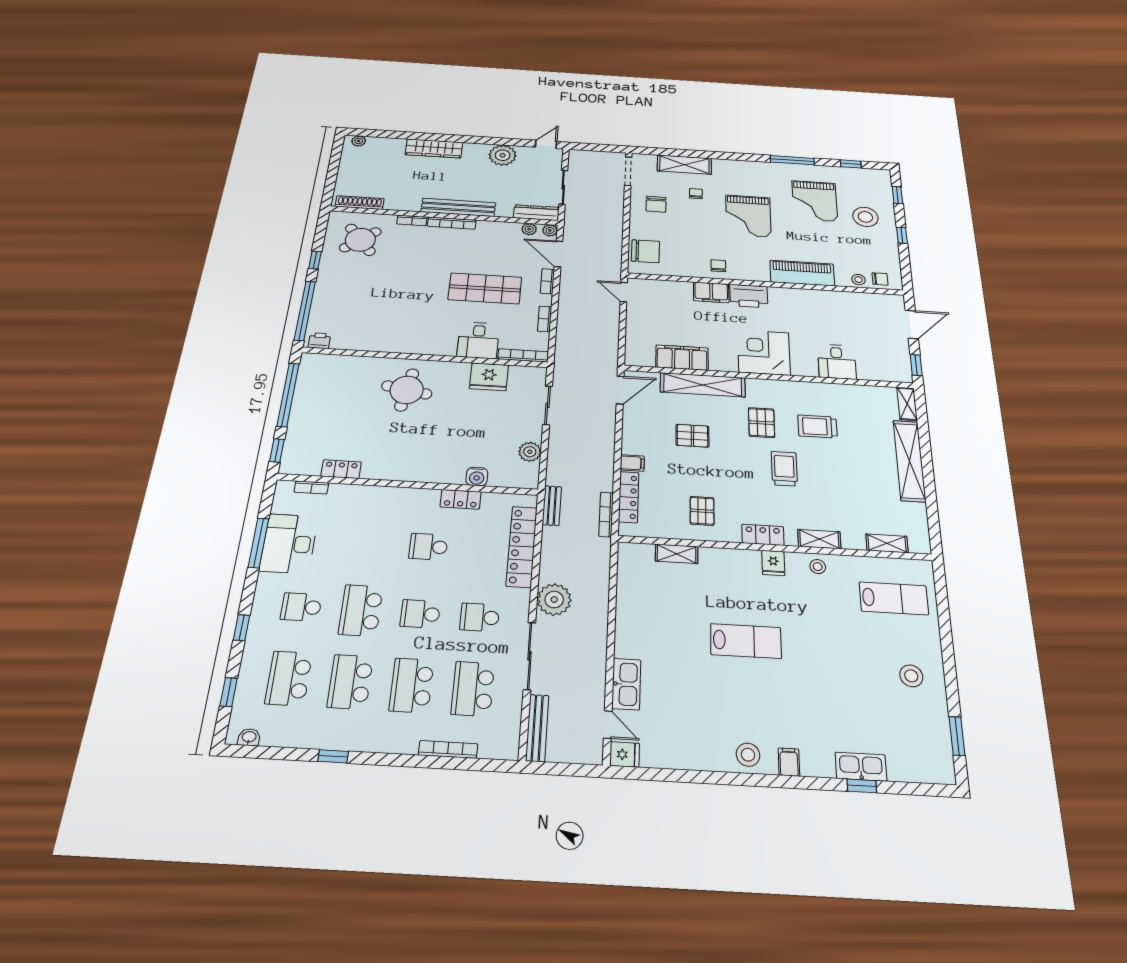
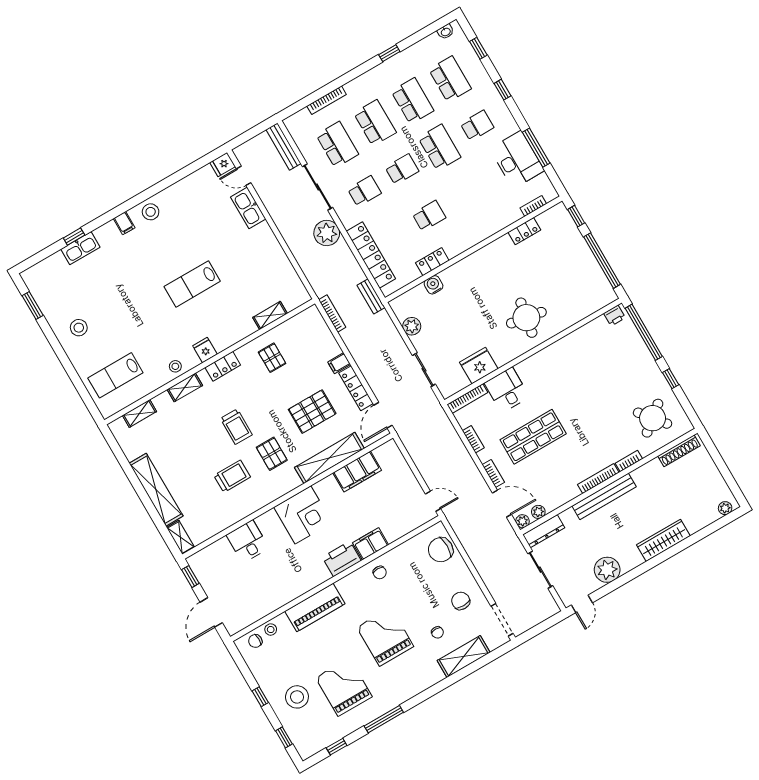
pallet: (692, 436) -> (312, 412), width x1.50, depth x1.42
locker: (629, 497) -> (356, 388), moved

